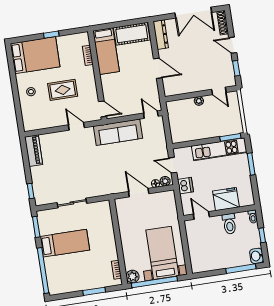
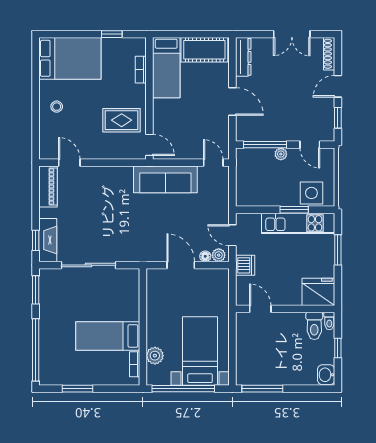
double door: (193, 13) -> (292, 34), width x0.73
window: (51, 35) -> (112, 34), moved
door: (233, 45) -> (338, 86), hinge flipped
rug: (63, 90) -> (122, 120), moved
window: (186, 96) -> (265, 145), added
door: (76, 126) -> (69, 163), moved
side table: (225, 126) -> (311, 193), added
window: (230, 137) -> (294, 210), moved
fireplace: (39, 189) -> (48, 240), added
fridge: (226, 199) -> (318, 292), moved
sliding door: (72, 203) -> (89, 265), width x1.37
toilet: (229, 224) -> (314, 326), moved
bed: (65, 243) -> (108, 336), moved, turned 180
window: (241, 269) -> (262, 389), moved
plant: (132, 277) -> (155, 356), moved
window: (94, 291) -> (78, 389), moved

